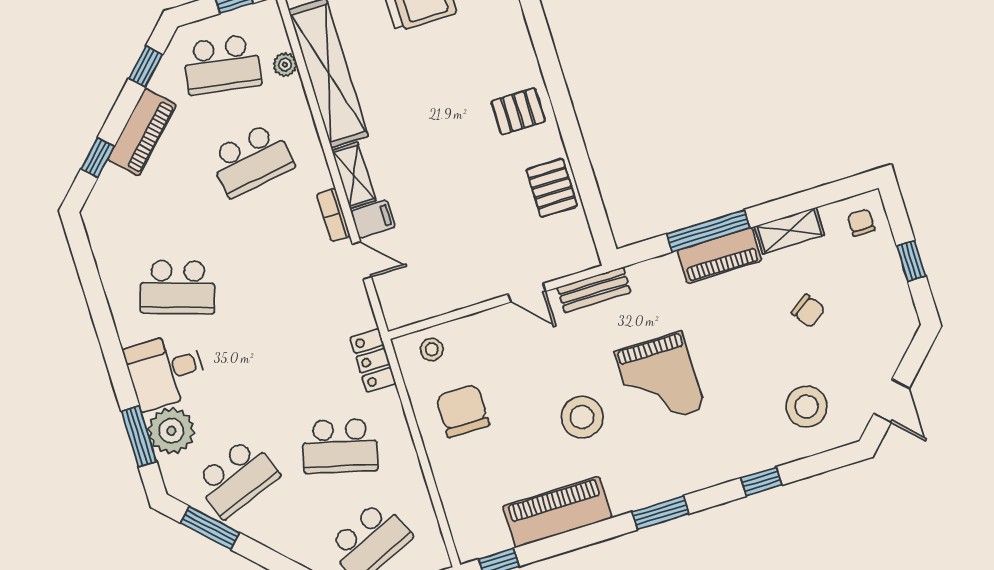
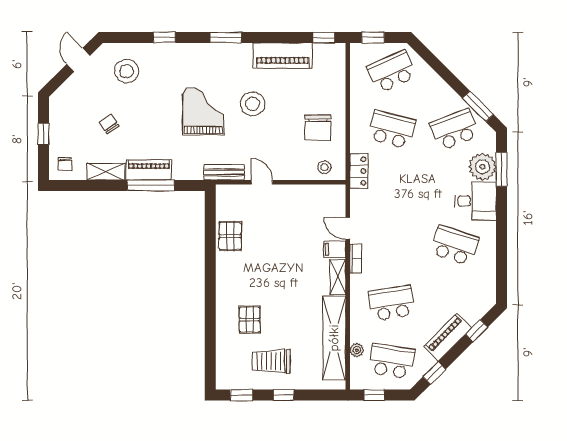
pallet: (518, 111) -> (250, 320), moved, turned 90

